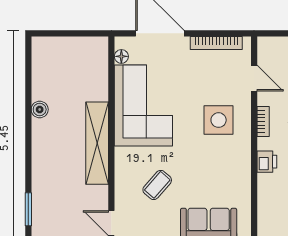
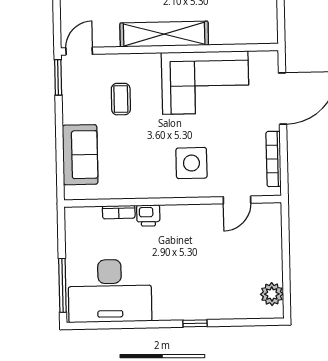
floor lamp: (121, 56) -> (257, 58), removed
bookcase: (263, 121) -> (119, 212), moved
coffee table: (157, 185) -> (121, 99), turned 49

